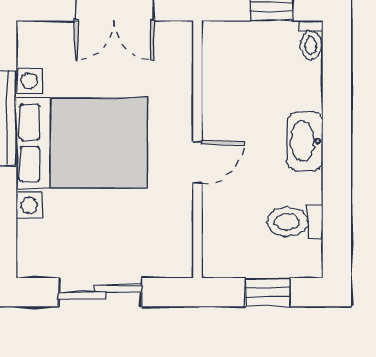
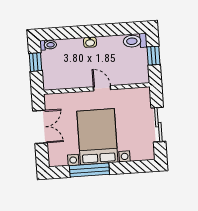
washbasin: (305, 141) -> (90, 42), width x0.52, depth x0.69
toilet: (295, 222) -> (135, 41), moved, turned 90

